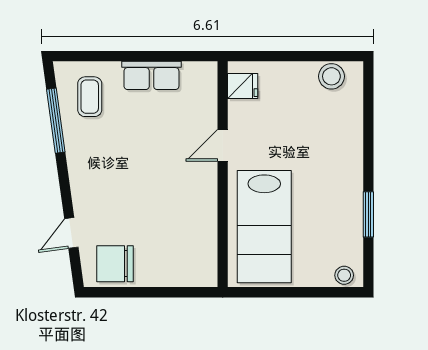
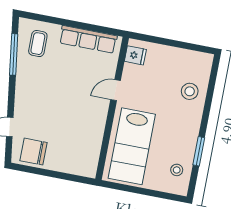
row of seats: (151, 75) -> (88, 39), width x1.48
stool: (331, 76) -> (190, 91), moved
stool: (344, 275) -> (177, 170), moved

